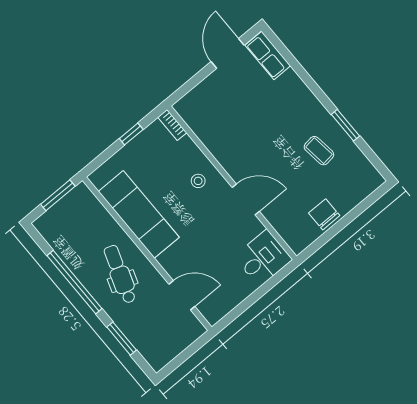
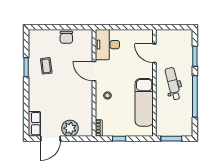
plant: (212, 91) -> (70, 128), added
desk: (263, 258) -> (107, 45), width x1.37
dental chair: (120, 274) -> (173, 84), turned 147

